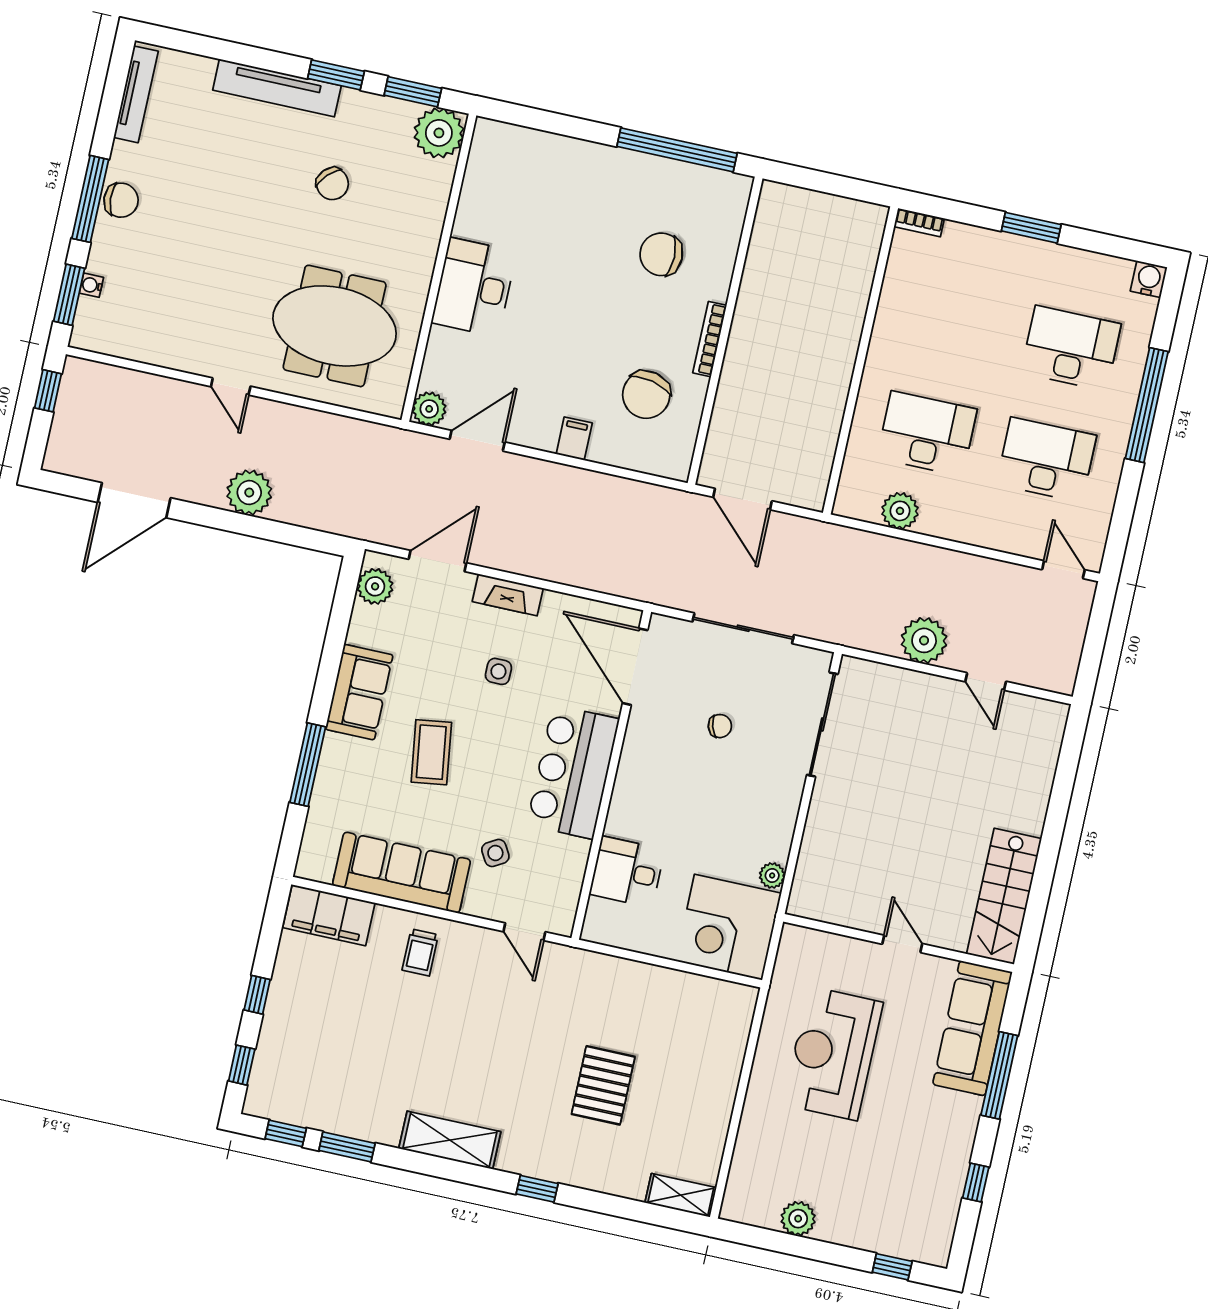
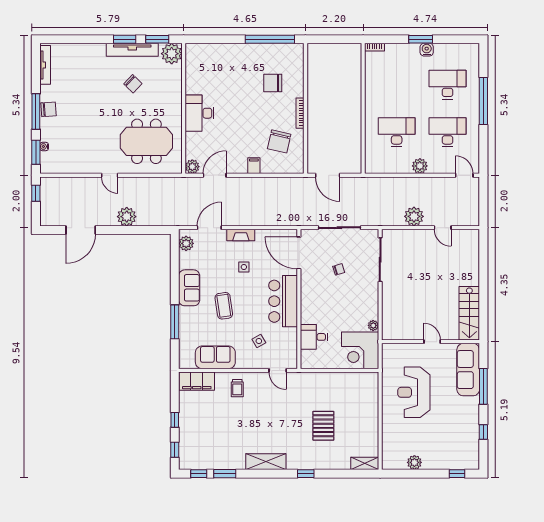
tv unit: (277, 88) -> (132, 50), moved
water cooler: (1149, 279) -> (427, 50), moved
plant: (900, 511) -> (420, 166), moved
sofa: (401, 873) -> (215, 357), width x0.73

